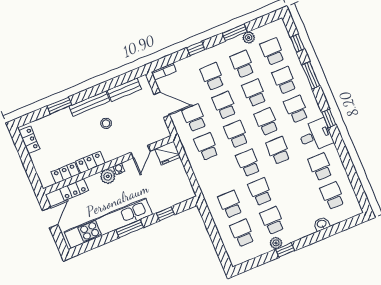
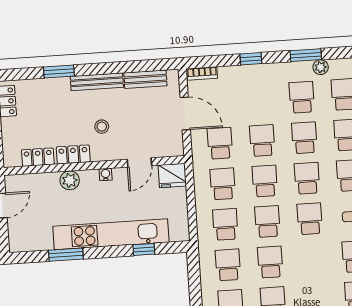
school desk: (212, 77) -> (225, 224), moved
stool: (106, 123) -> (102, 127), moved
plant: (108, 176) -> (70, 180), moved
locker: (74, 190) -> (41, 181), removed
kitchen unit: (108, 223) -> (111, 234), moved
window: (130, 229) -> (66, 255), moved

